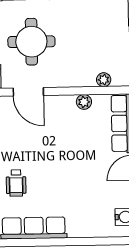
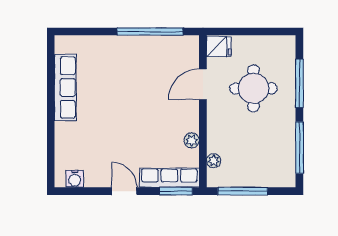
wheelchair: (16, 183) -> (111, 70), removed

